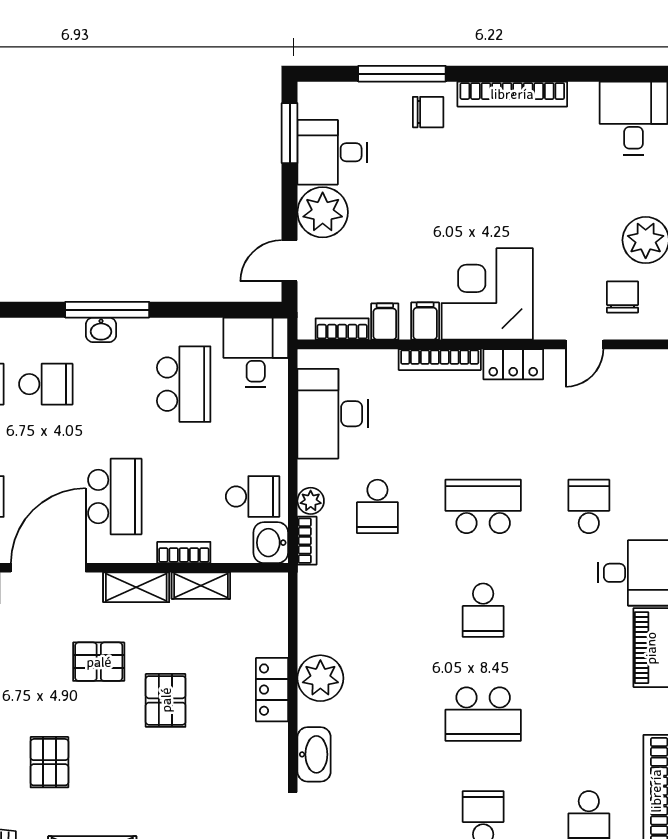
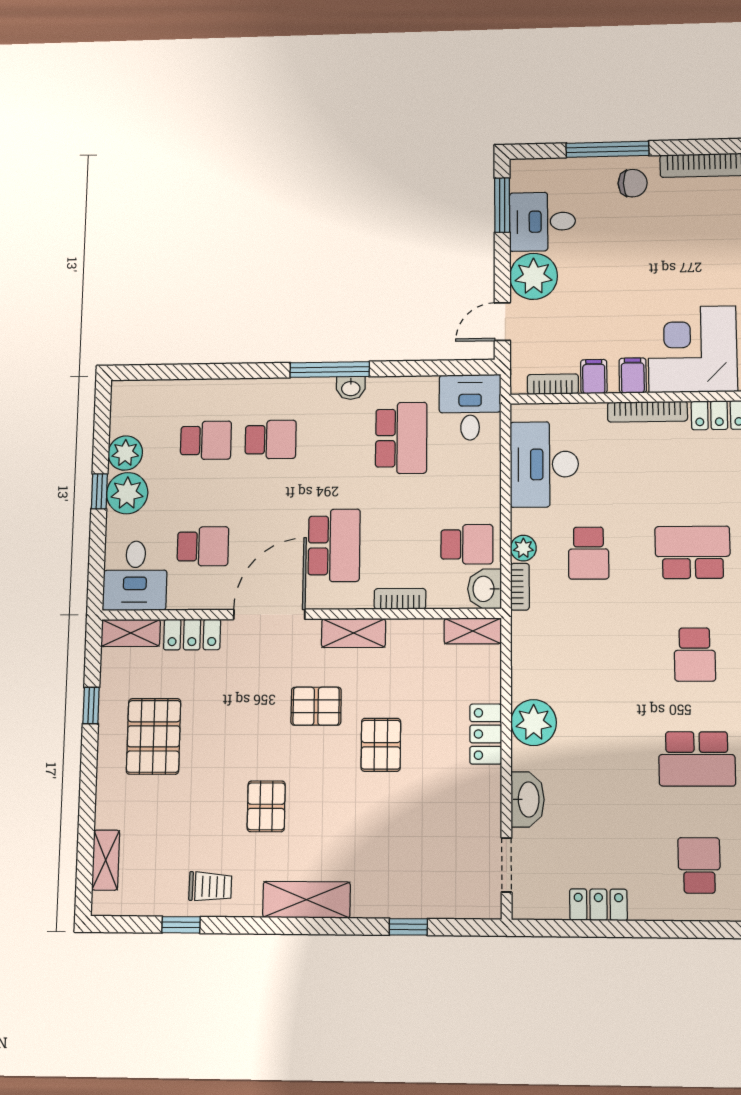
washbasin: (101, 330) -> (351, 388), moved
shelving: (201, 586) -> (473, 631), moved

